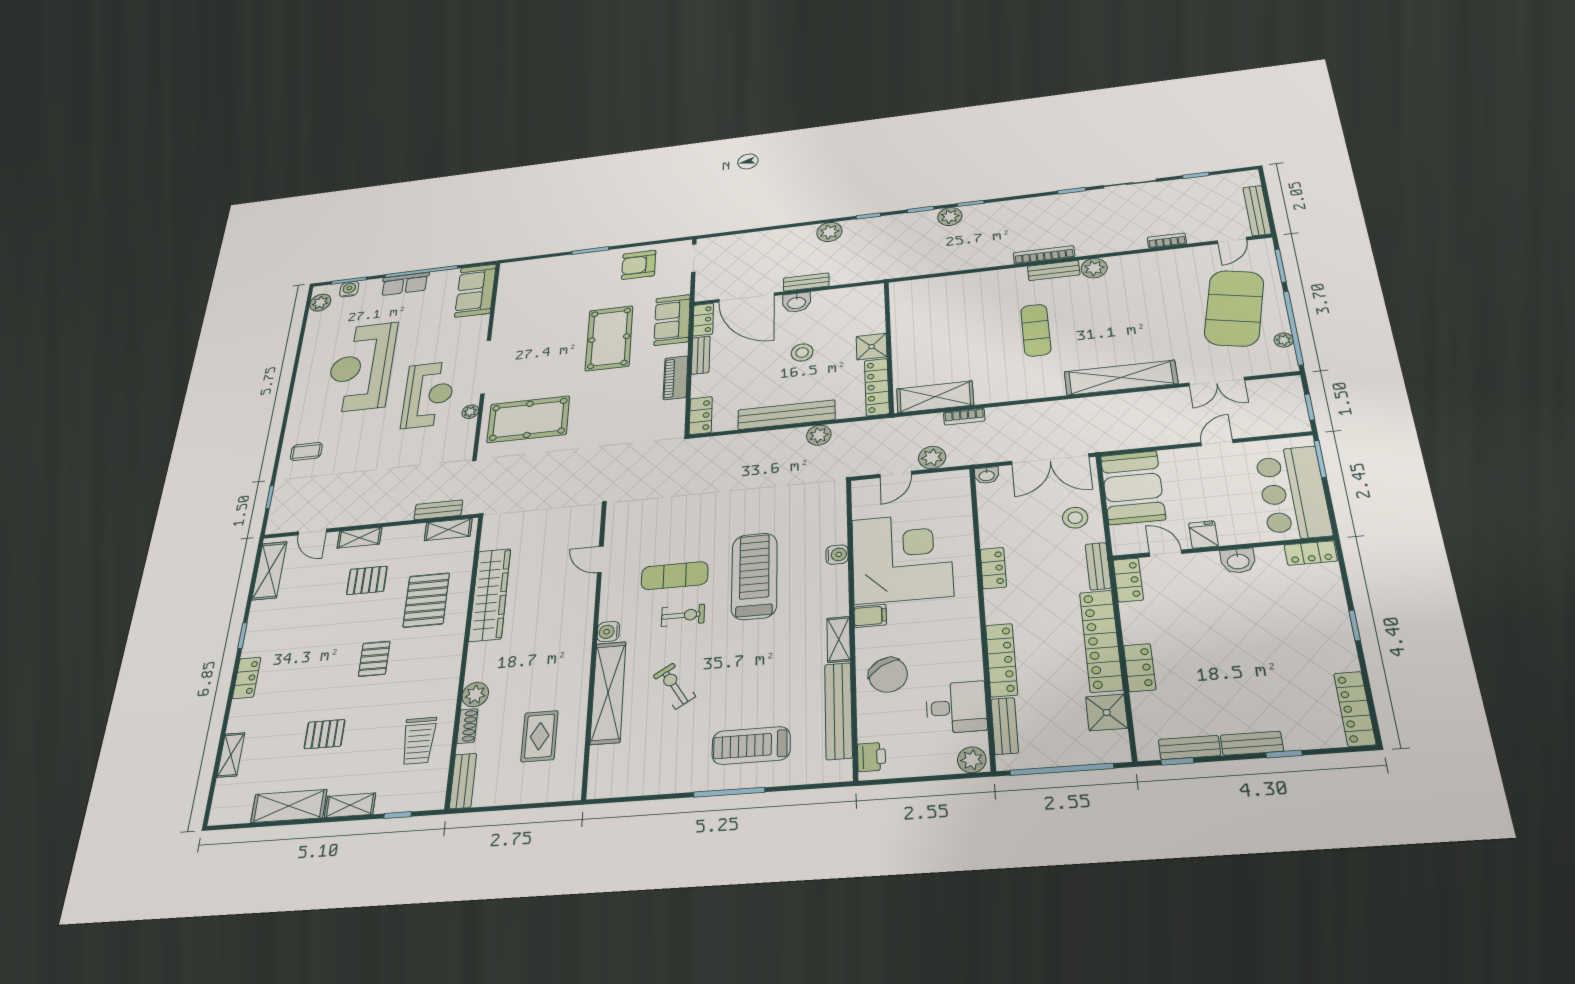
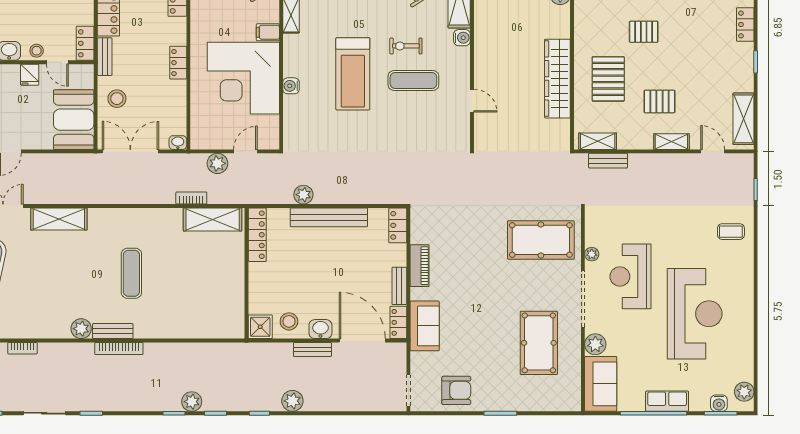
plant: (477, 326) -> (595, 344), added
pool table: (609, 338) -> (539, 343), moved
shower: (872, 347) -> (260, 327), moved
stool: (802, 352) -> (289, 321), moved
shelving: (1121, 378) -> (59, 219), width x0.68
stool: (1198, 565) -> (37, 51), added
pallet: (374, 659) -> (644, 32), turned 90

